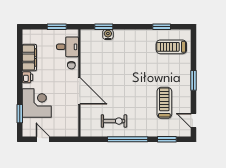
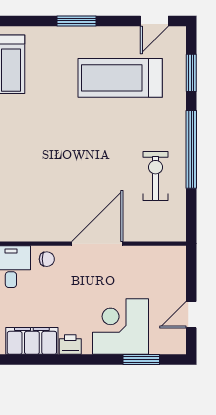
treadmill: (164, 103) -> (120, 78), width x1.37, depth x1.37

